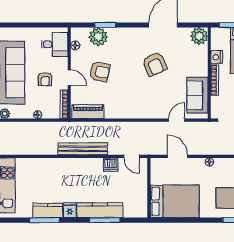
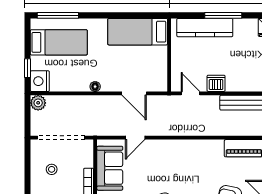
bed: (175, 201) -> (138, 32), width x0.67
kitchen counter: (100, 210) -> (205, 28), moved

